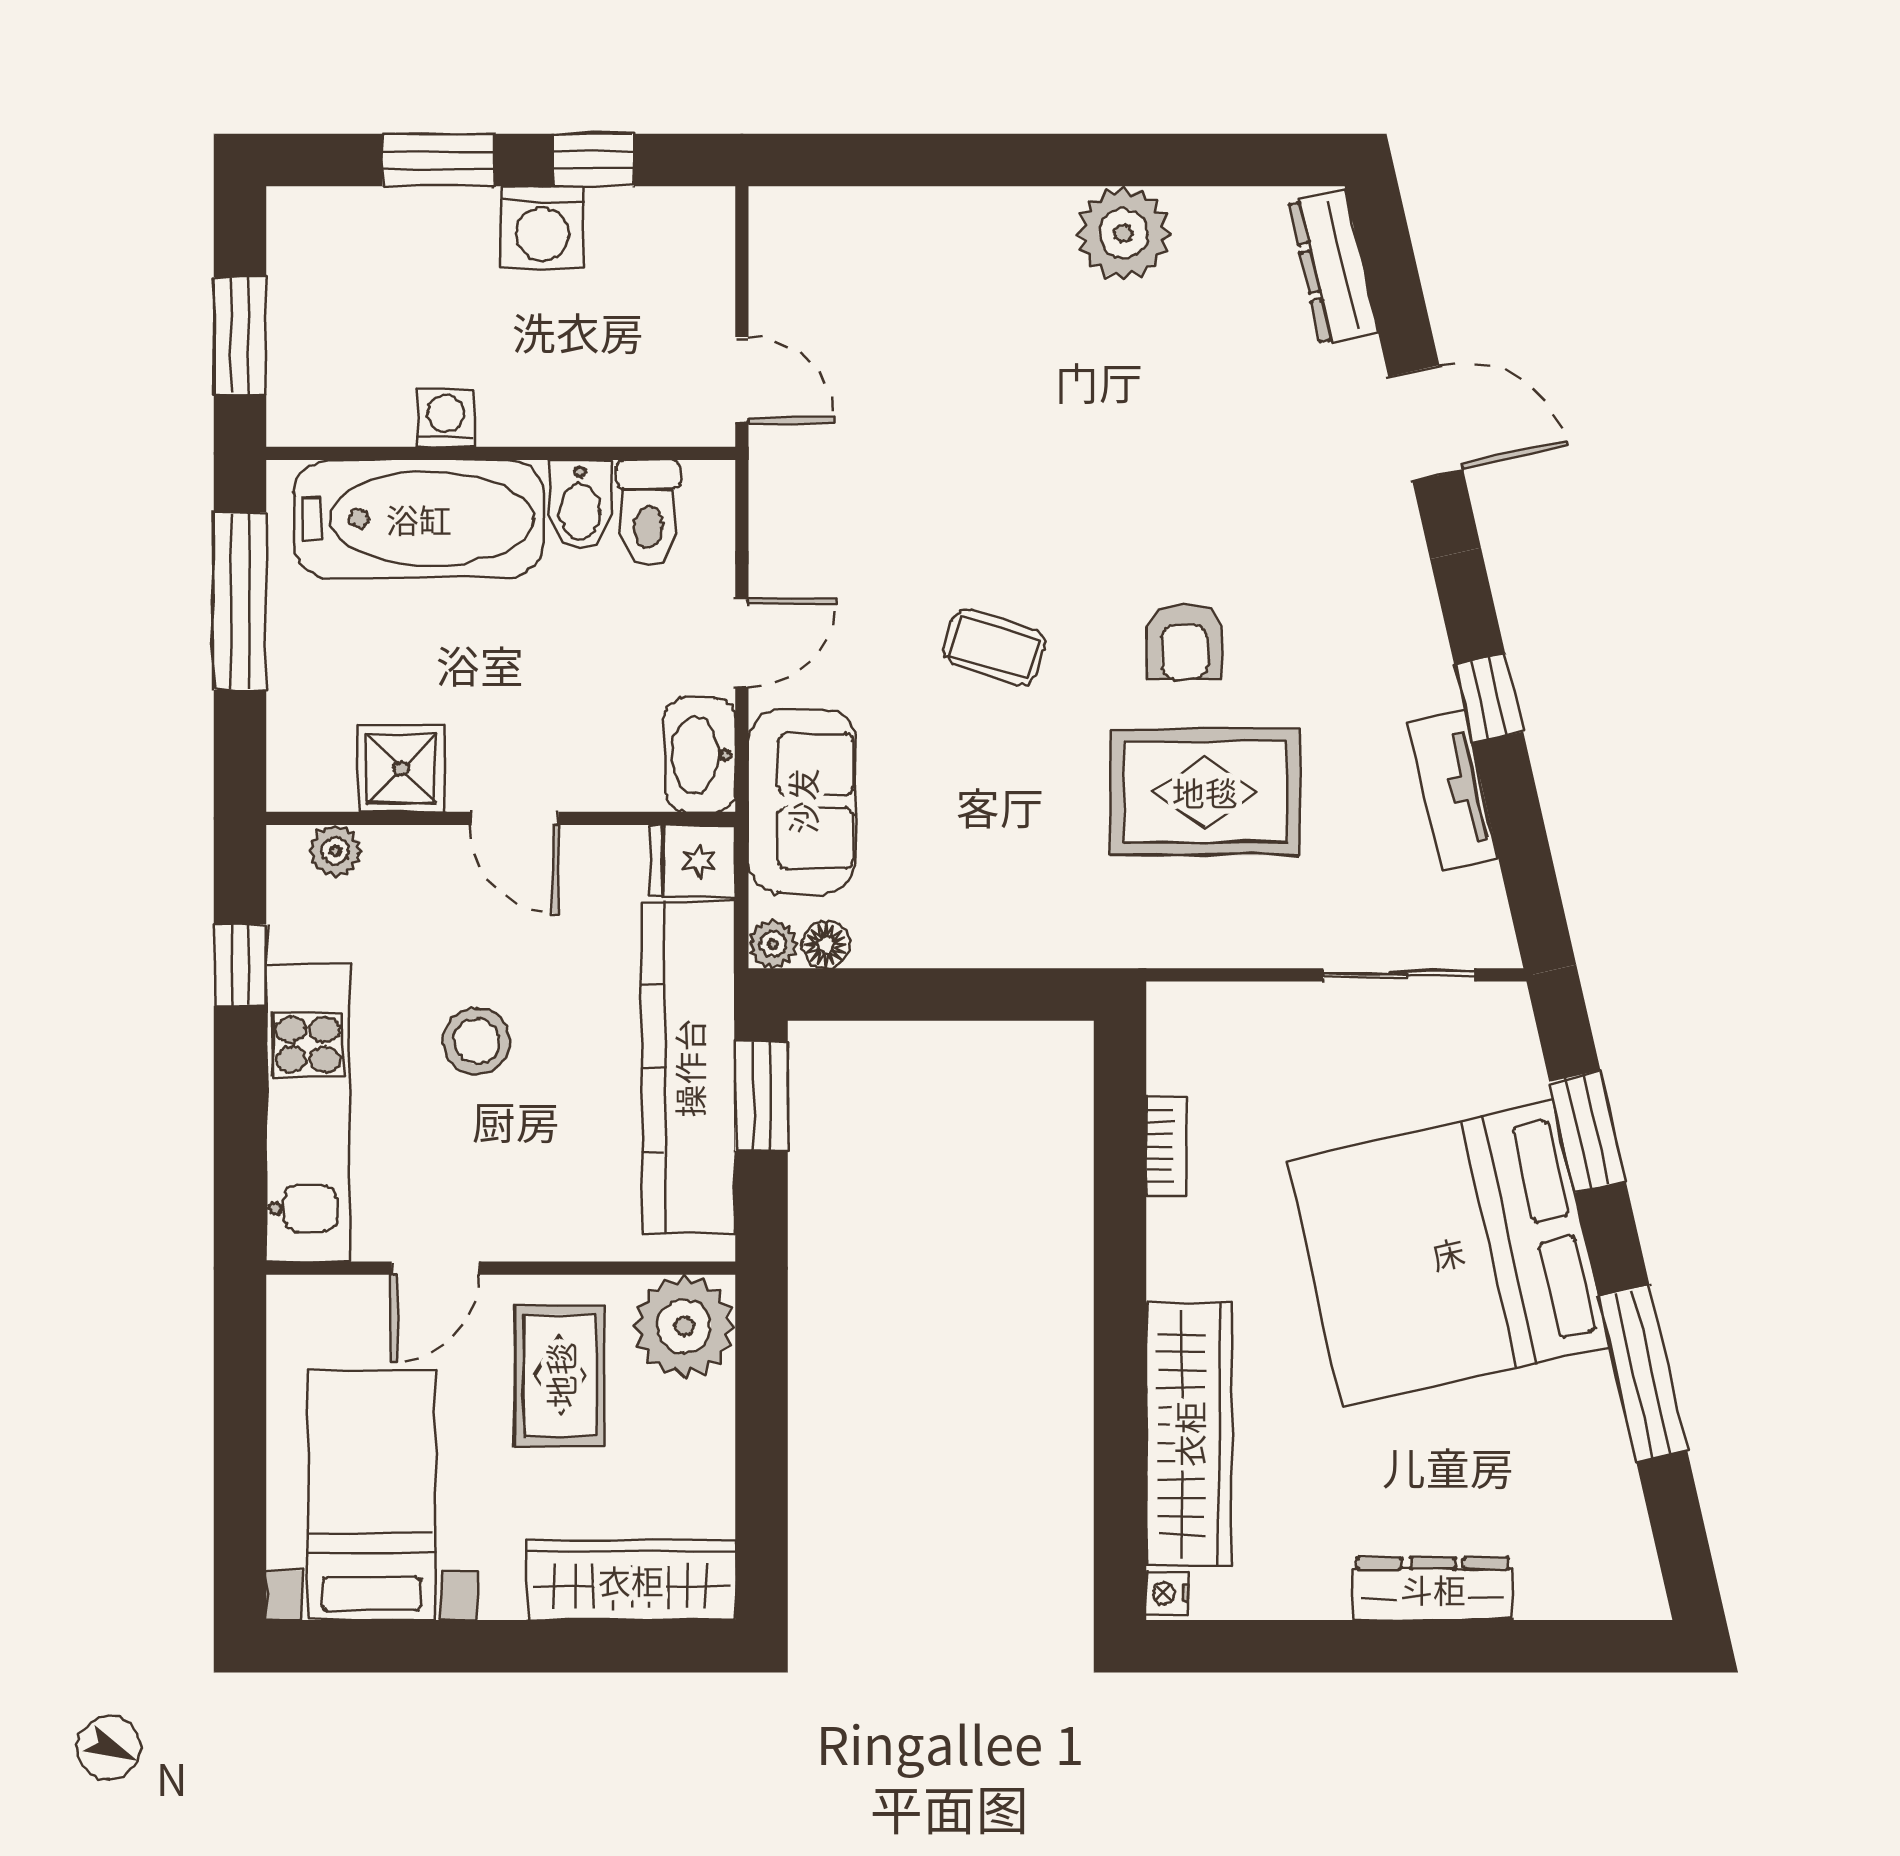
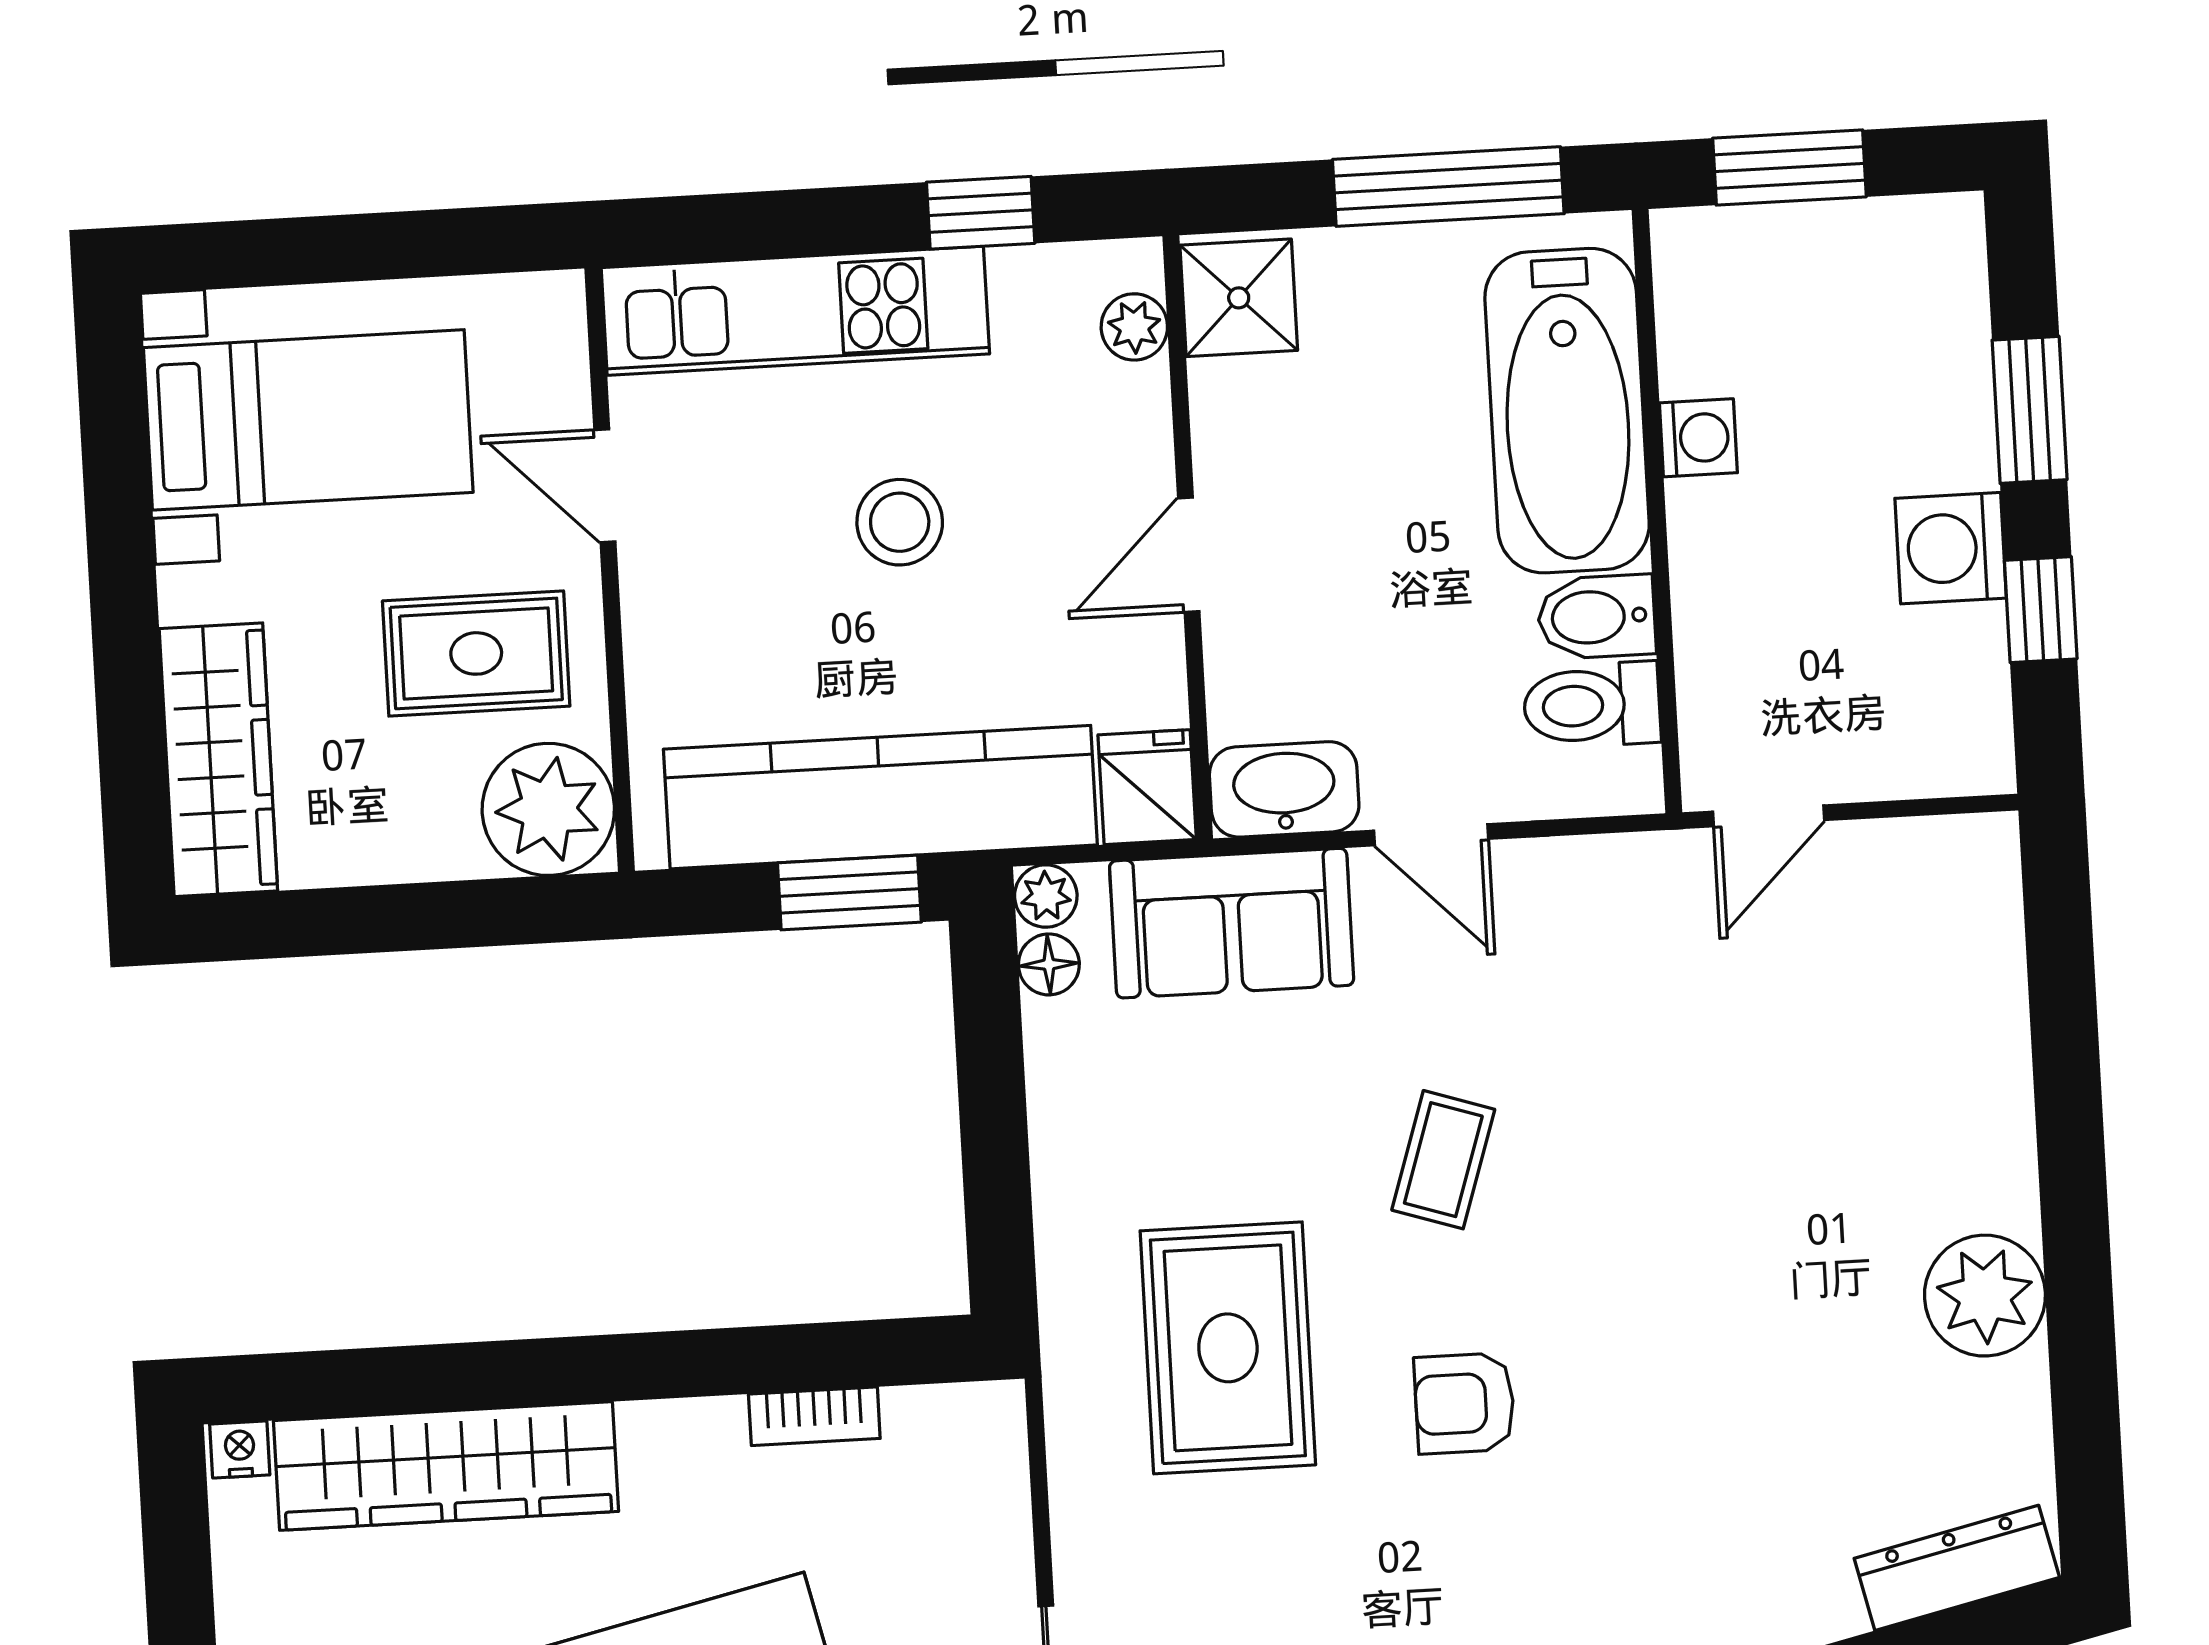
shower: (401, 769) -> (1239, 298), moved
rug: (1205, 792) -> (1228, 1348), moved

